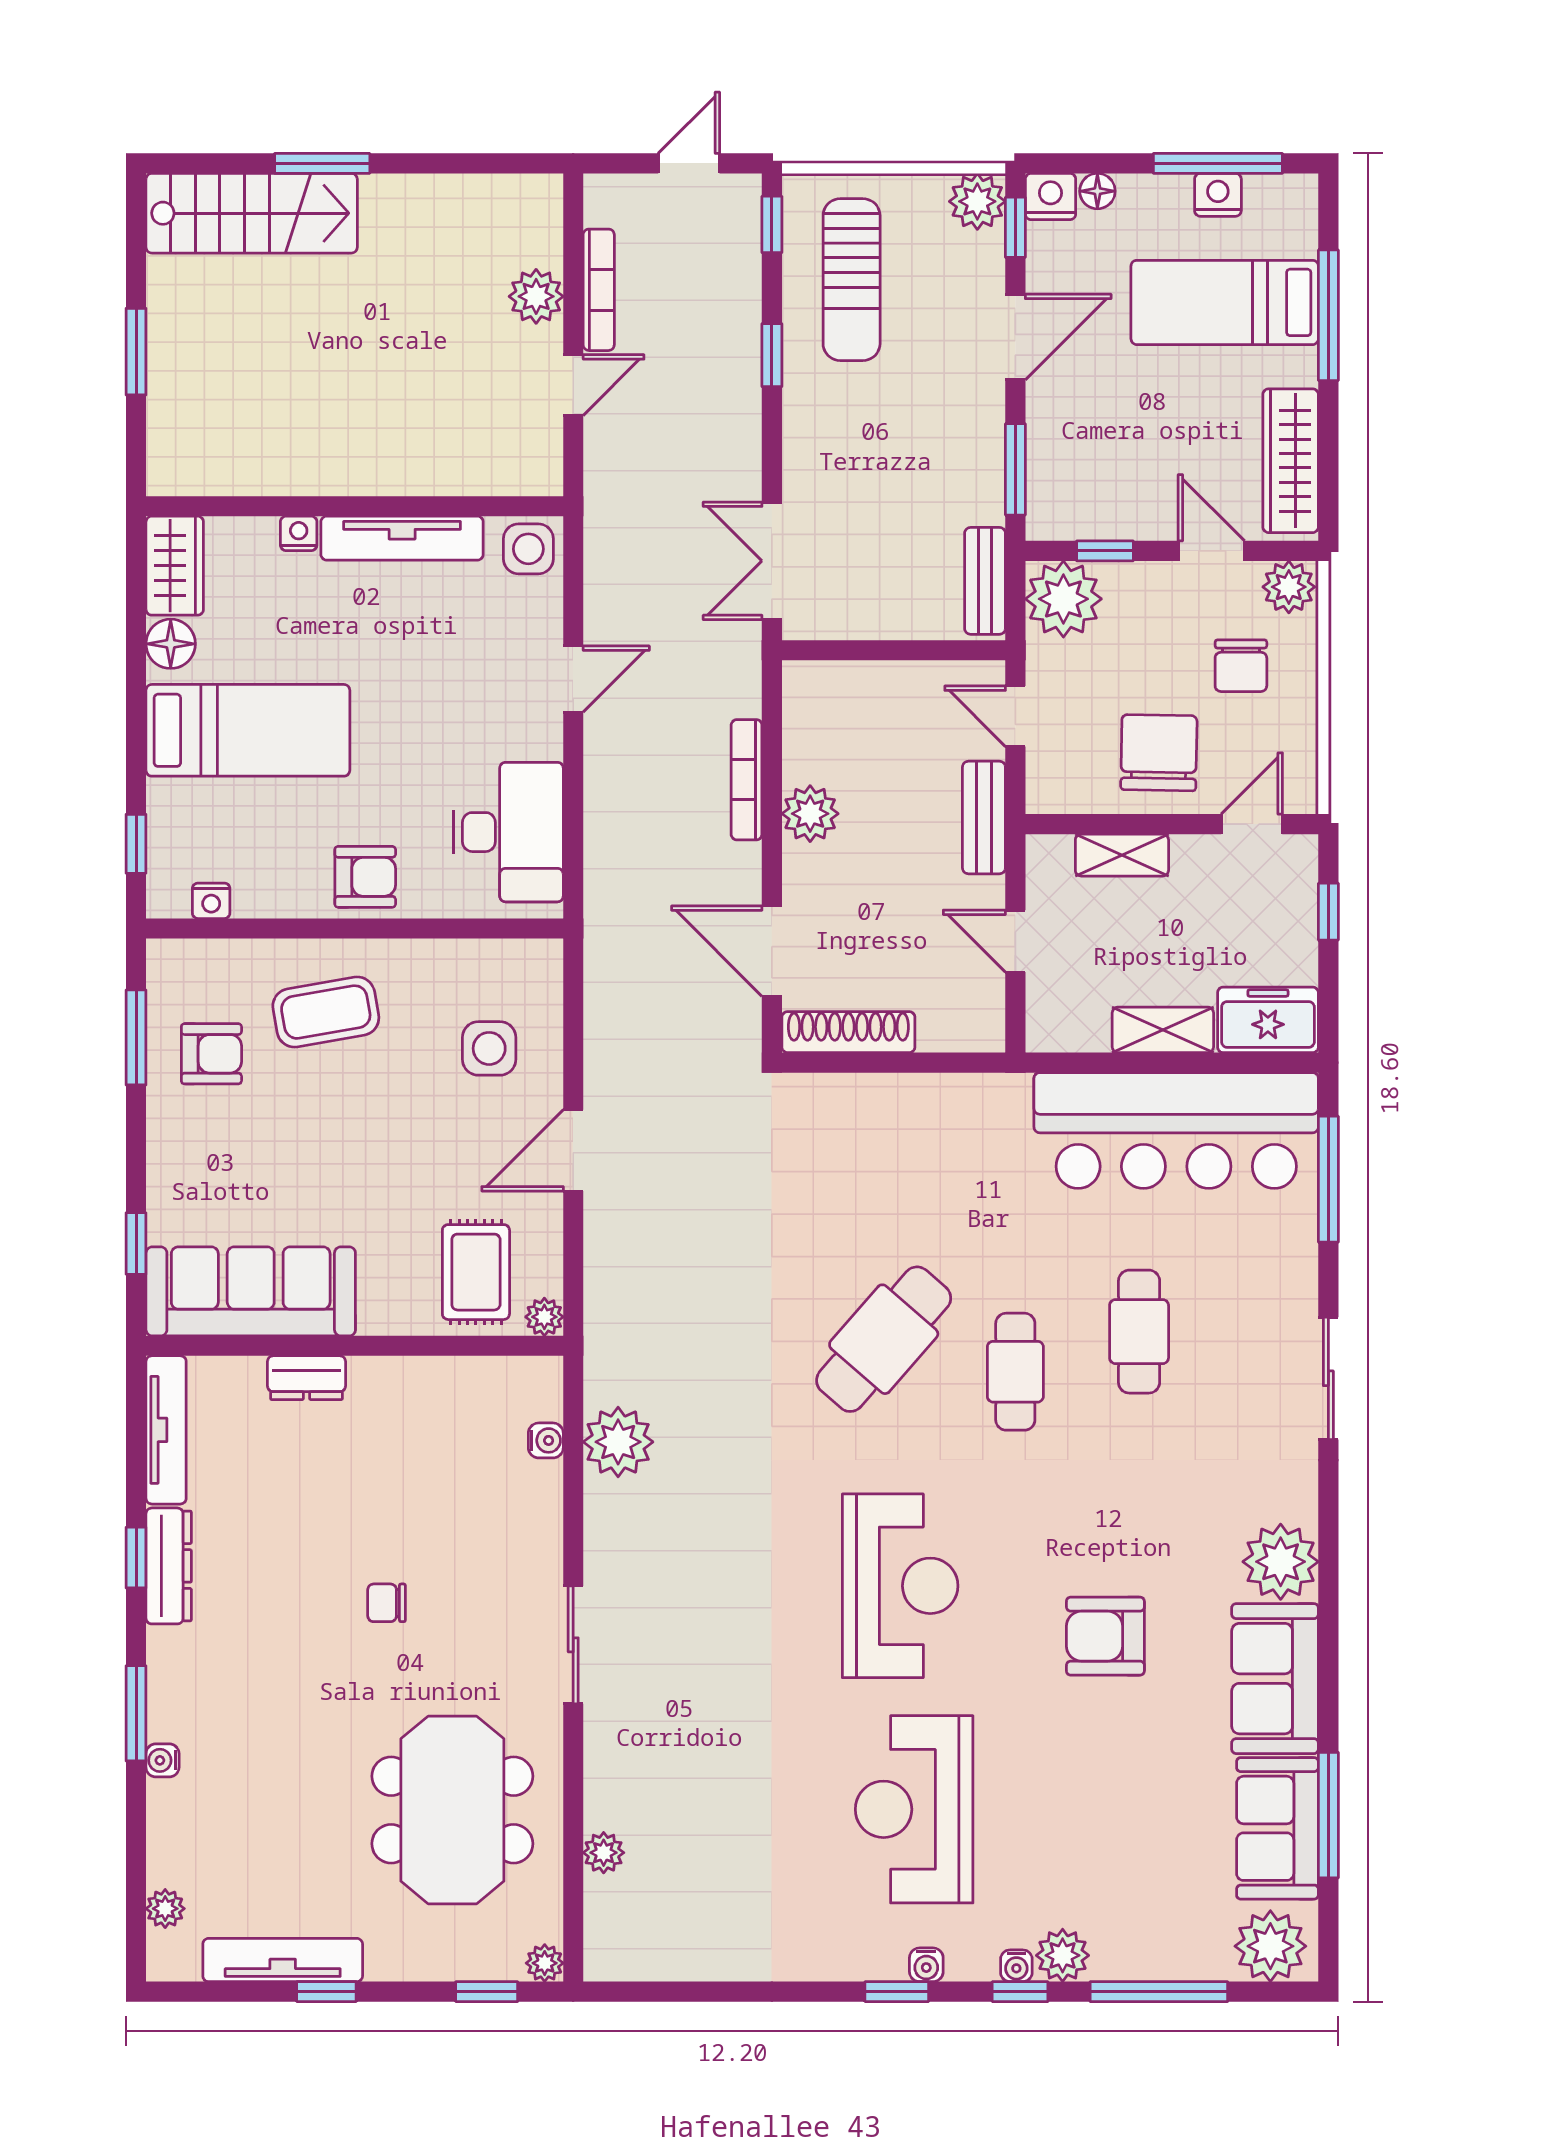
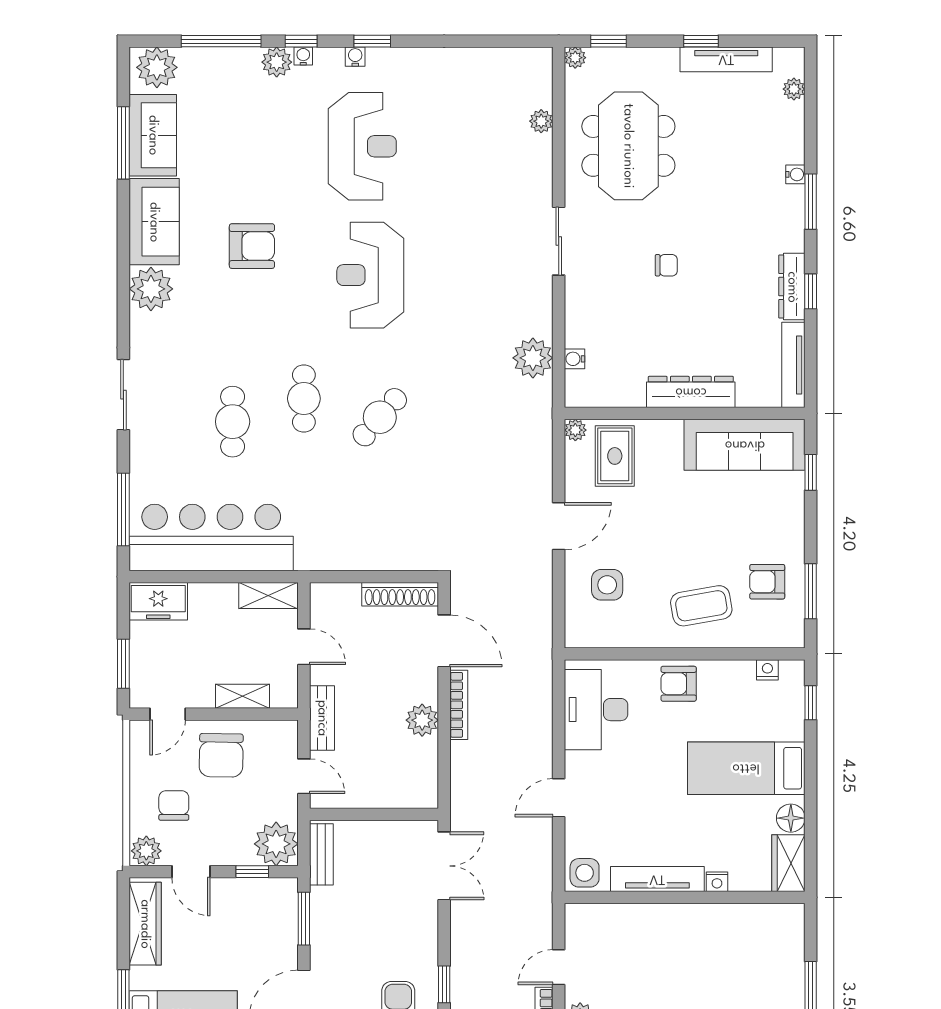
bookcase: (747, 780) -> (459, 705), moved
window: (1328, 912) -> (123, 664), width x1.50
shelving: (1163, 1030) -> (268, 596), moved
cafe table: (884, 1339) -> (380, 417), width x0.73, depth x0.74
dresser: (306, 1378) -> (691, 392), width x1.96, depth x1.24

